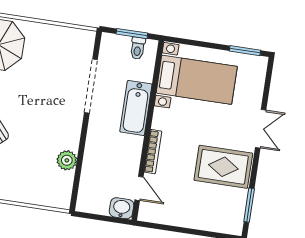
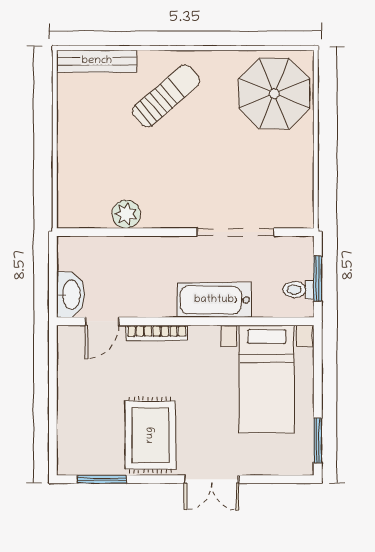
washbasin: (122, 208) -> (71, 295), width x1.38

